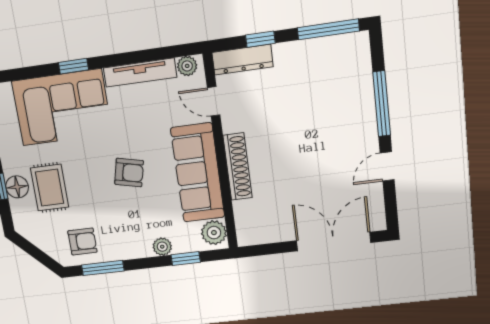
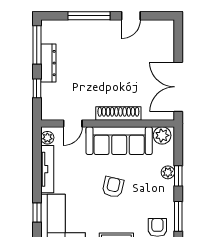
dresser: (243, 60) -> (48, 63), moved
door: (387, 166) -> (131, 16), hinge flipped
double door: (334, 242) -> (178, 87), moved
window: (186, 258) -> (178, 176), moved

